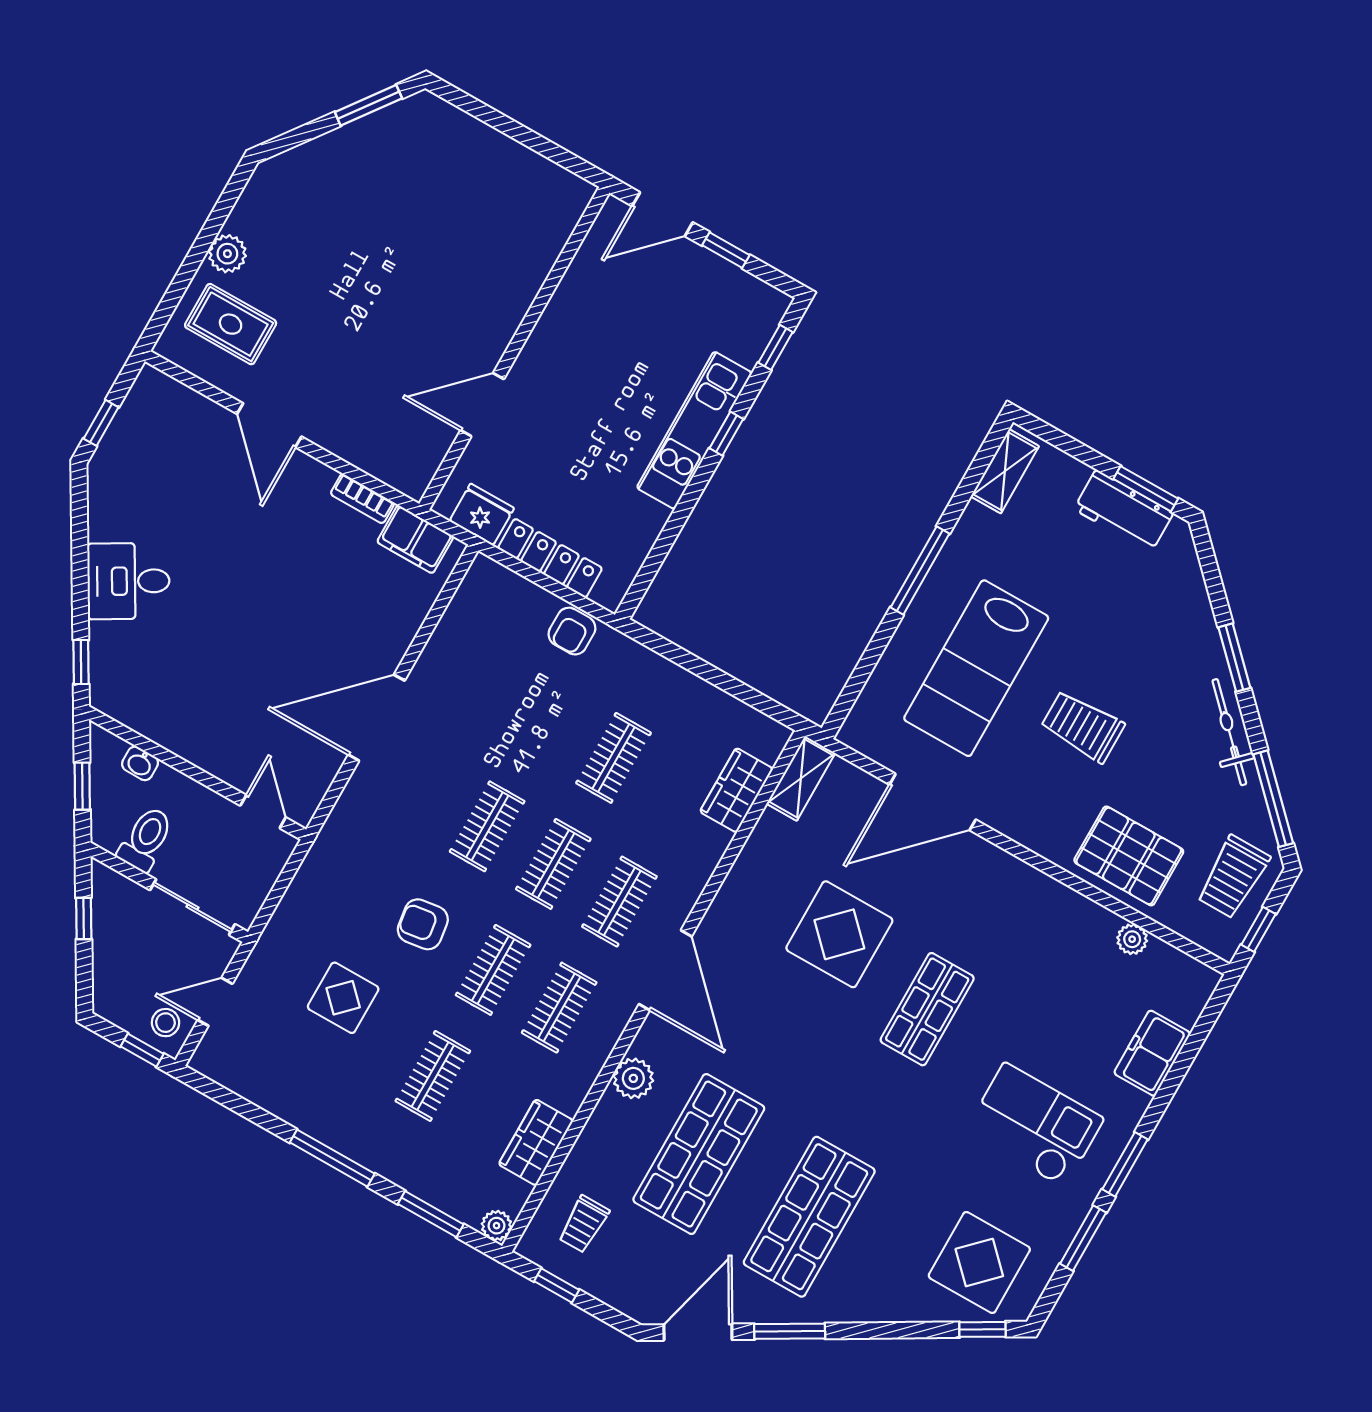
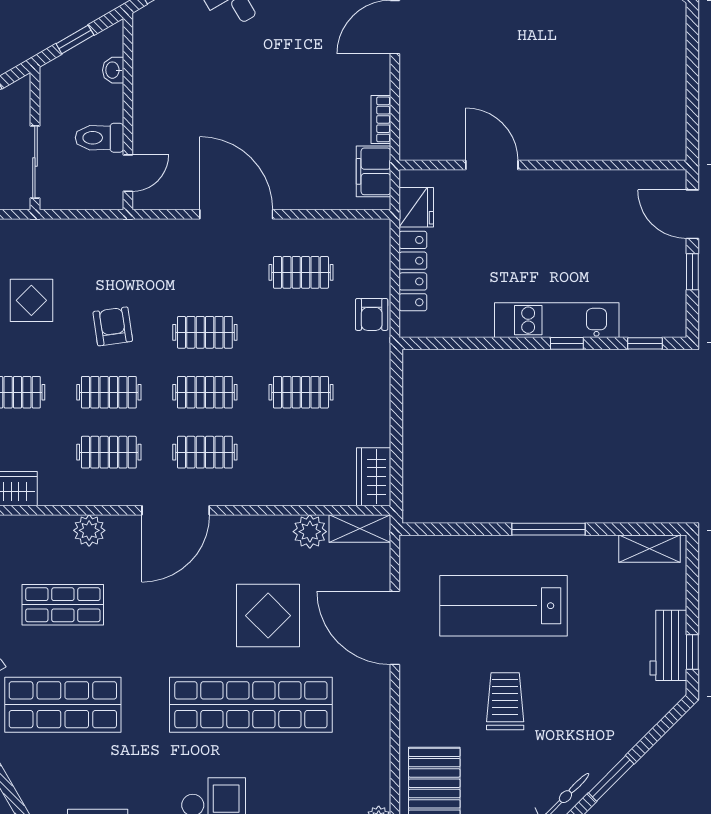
window: (1146, 489) -> (692, 652), width x0.67
armchair: (572, 631) -> (372, 314), turned -90
clothes rail: (481, 683) -> (301, 272), added
wardrobe: (736, 790) -> (374, 477), moved, turned -90
plant: (773, 835) -> (310, 532), added
toilet: (146, 839) -> (99, 138), moved, turned 180
shop shelf: (927, 1009) -> (251, 705), width x2.00, depth x1.36
shop shelf: (699, 1154) -> (63, 605), width x0.70, depth x0.74

